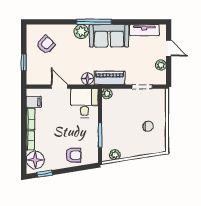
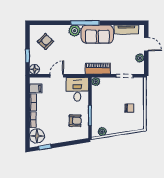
floor lamp: (87, 79) -> (34, 69), moved
door: (59, 87) -> (57, 76), hinge flipped
armchair: (74, 155) -> (75, 121), moved

